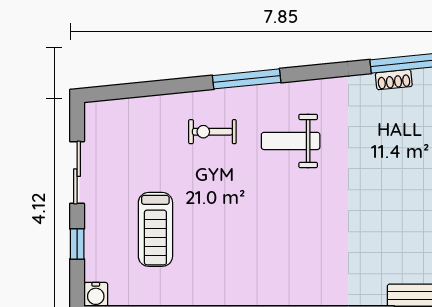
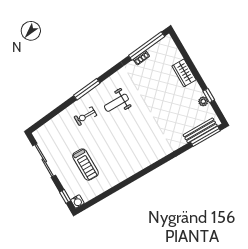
sliding door: (77, 173) -> (44, 160), width x1.37
window: (77, 244) -> (65, 196), moved

